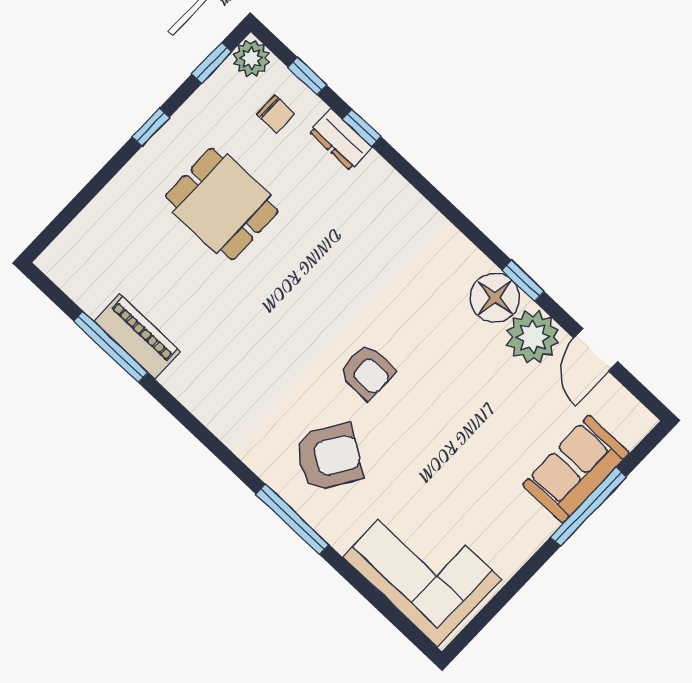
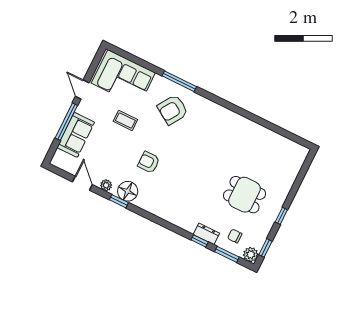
window: (307, 76) -> (227, 254), width x1.50
piano: (137, 337) -> (261, 133), removed
plant: (533, 337) -> (106, 185), width x0.53, depth x0.53
window: (111, 347) -> (270, 126), removed
armchair: (367, 372) -> (149, 162), moved
coffee table: (448, 466) -> (125, 120), added
door: (527, 571) -> (82, 90), added

